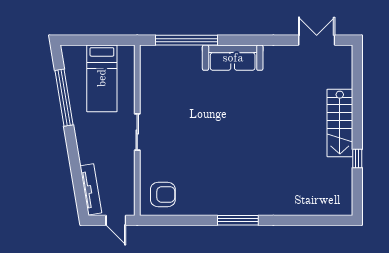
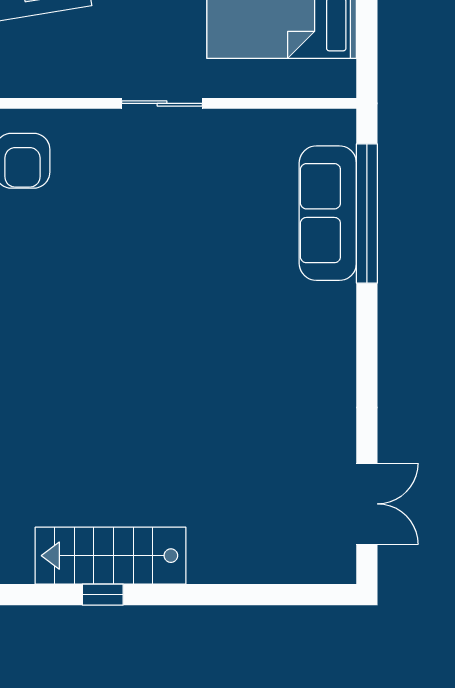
sofa: (233, 58) -> (328, 213), moved
stairs: (340, 123) -> (111, 556), moved

